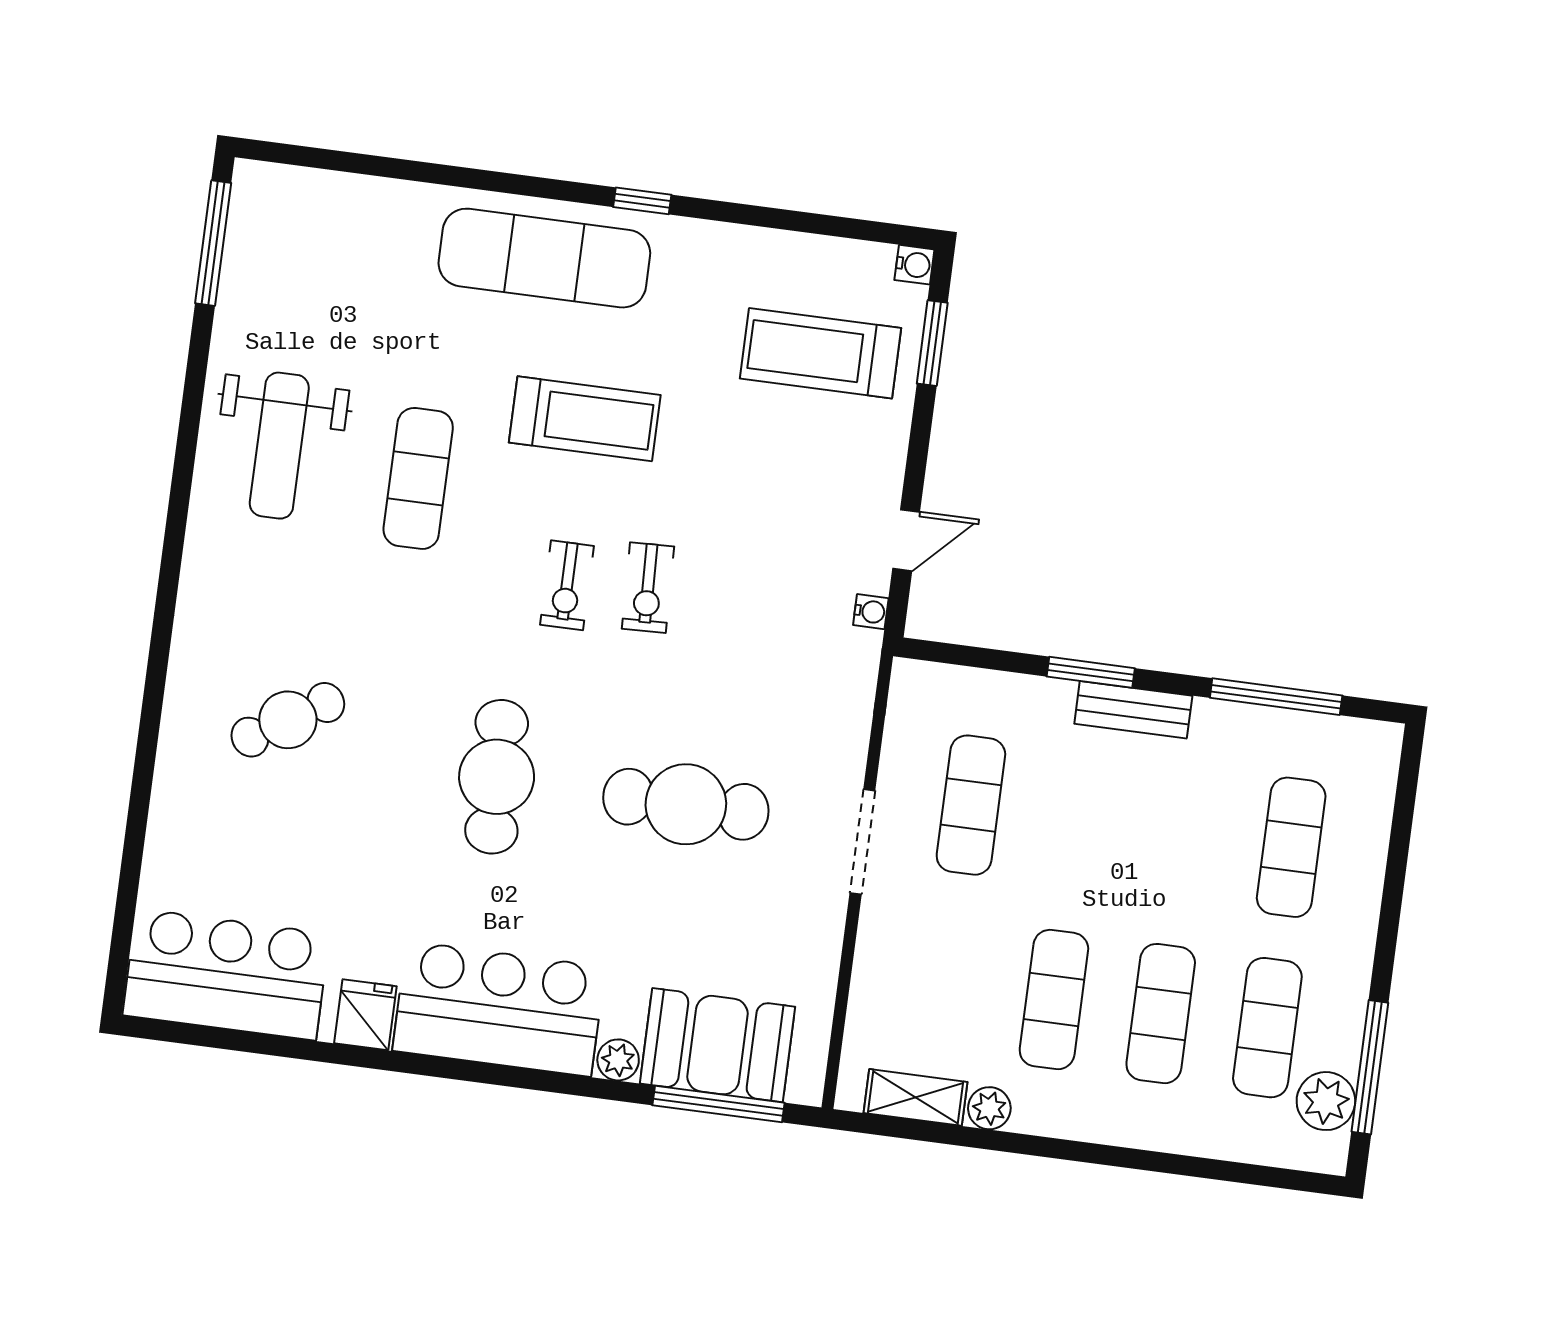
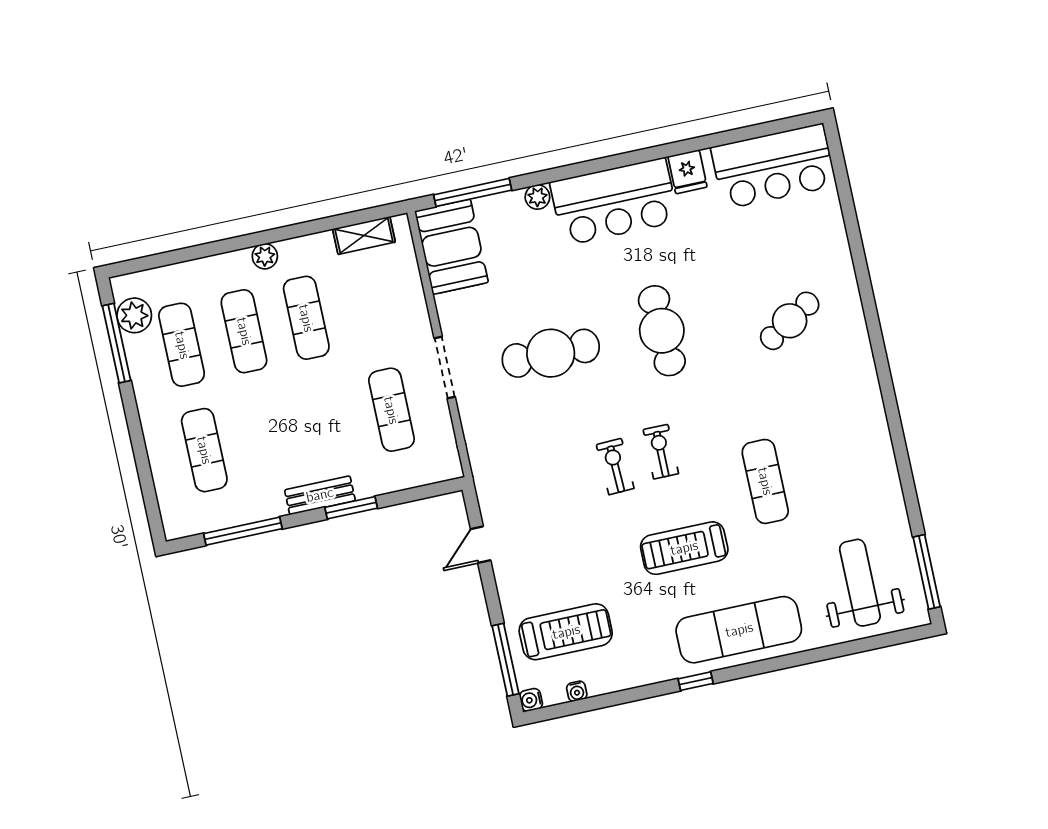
window: (932, 343) -> (505, 660), width x1.44
weight bench: (279, 446) -> (860, 583), moved
water cooler: (871, 612) -> (577, 691), moved, turned -90
booth: (717, 1045) -> (451, 247), moved, turned 90
plant: (989, 1108) -> (265, 256), moved

